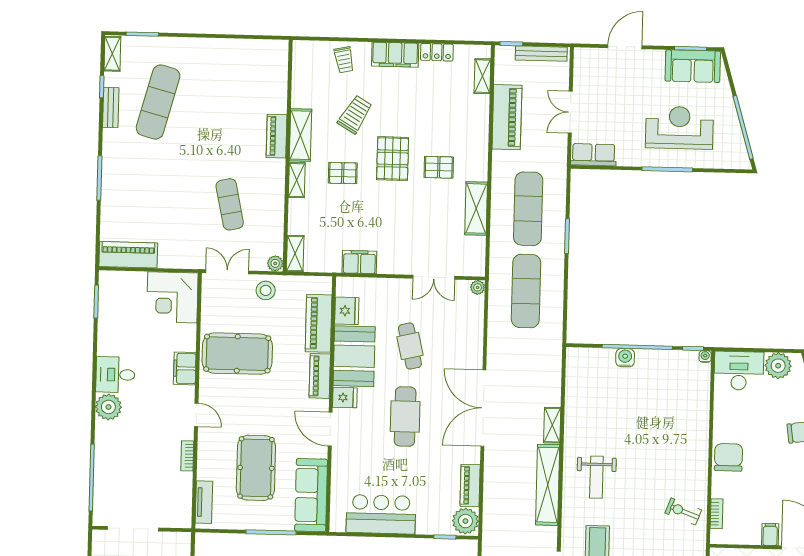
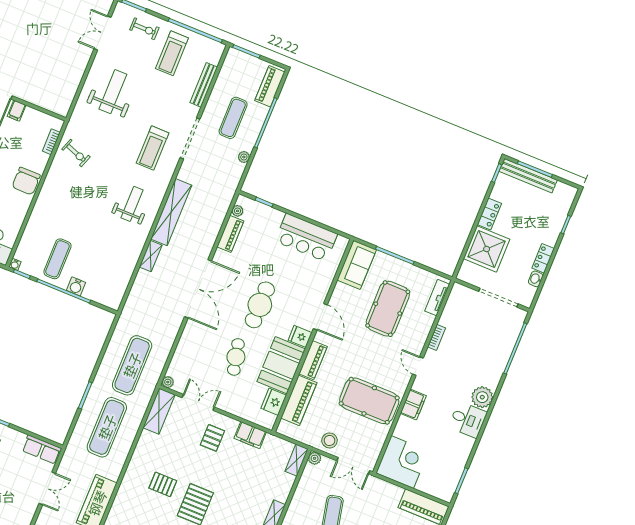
pallet: (343, 173) -> (212, 438), moved, turned 90
shelving: (476, 208) -> (159, 411), moved
exercise mat: (658, 381) -> (57, 259), added
sofa: (311, 495) -> (357, 265), width x0.73
plant: (465, 521) -> (238, 211), width x0.53, depth x0.53

